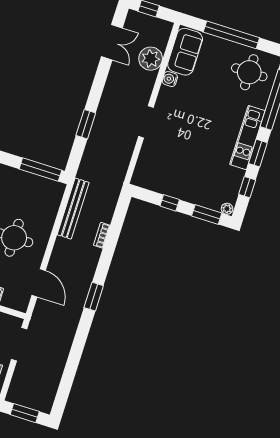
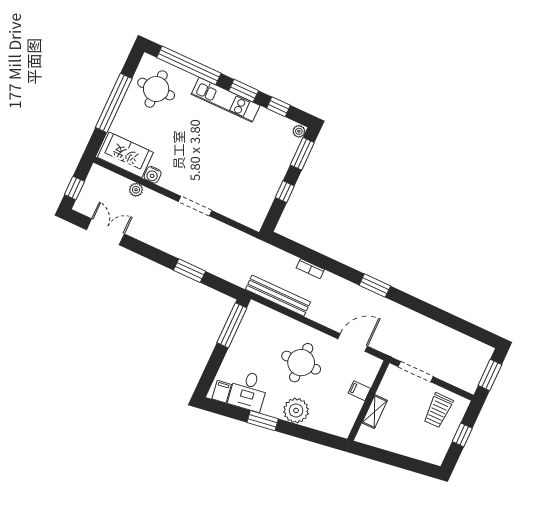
plant: (151, 59) -> (136, 190), width x0.53, depth x0.53

